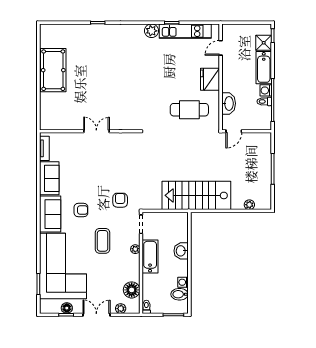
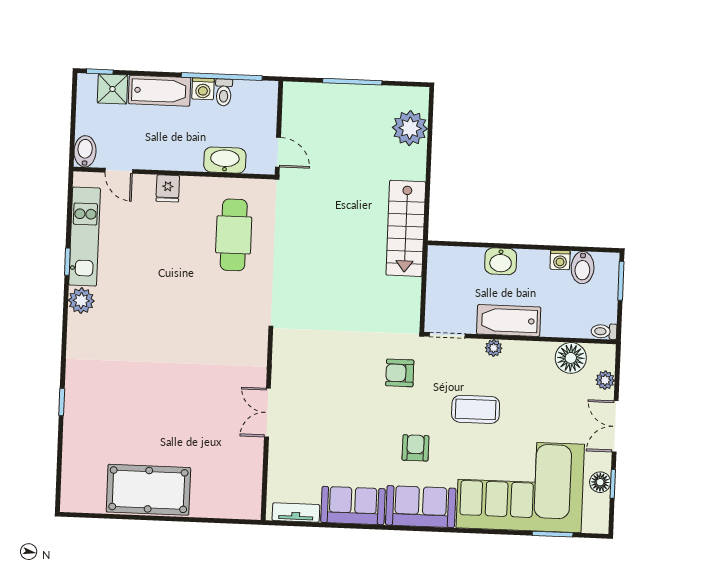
bidet: (230, 30) -> (85, 151), added
fridge: (210, 79) -> (168, 188), width x0.53, depth x0.75
stairs: (196, 195) -> (406, 228), width x0.73, depth x0.66
plant: (249, 205) -> (410, 128), width x1.88, depth x1.88

